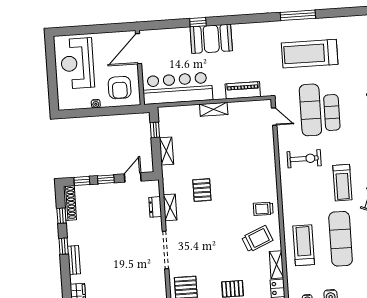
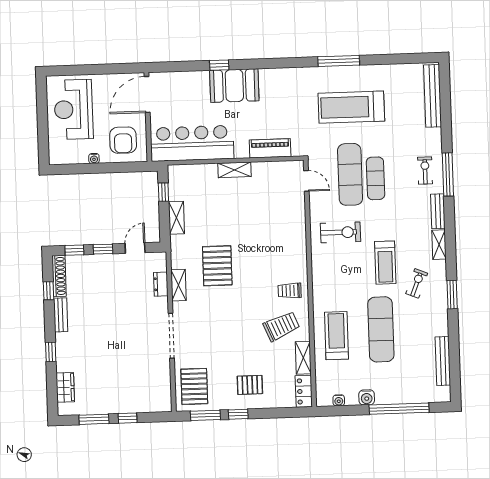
pallet: (202, 190) -> (217, 266), width x1.50, depth x1.42
window: (64, 246) -> (51, 352), moved
bench: (74, 260) -> (61, 315), moved

